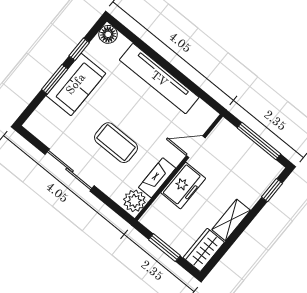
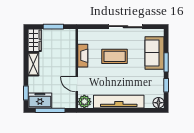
sofa: (76, 84) -> (154, 53), moved
door: (196, 147) -> (77, 84), swing flipped
freezer: (183, 186) -> (40, 100), moved, turned 90
plant: (134, 201) -> (84, 102), moved

